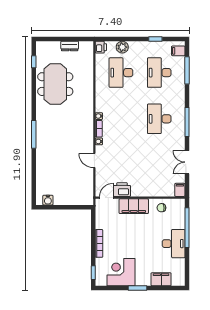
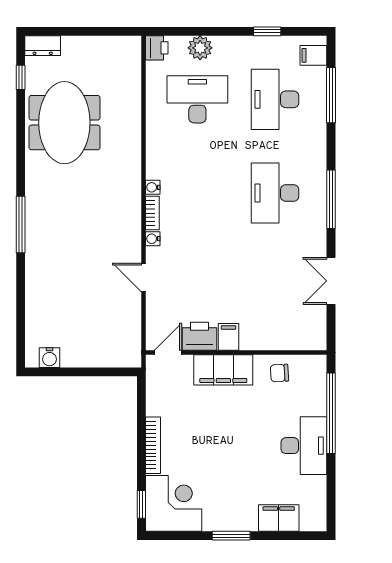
dresser: (70, 46) -> (43, 46), moved
desk: (121, 73) -> (197, 99), turned 90
filing cabinet: (180, 190) -> (228, 337), moved
corner desk: (121, 272) -> (174, 503), moved, turned 90

